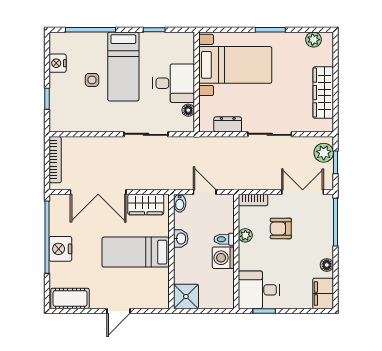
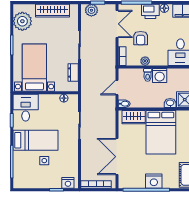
plant: (314, 40) -> (22, 21), width x1.88, depth x1.88
nightstand: (58, 63) -> (68, 183), moved
desk: (174, 83) -> (26, 108), moved
double door: (98, 192) -> (117, 157), swing flipped
double door: (303, 192) -> (117, 24), swing flipped
wardrobe: (146, 205) -> (134, 117), moved, turned 90
washbasin: (181, 239) -> (170, 103), moved
printer: (322, 243) -> (150, 11), added
bed: (136, 252) -> (161, 132), width x1.50

